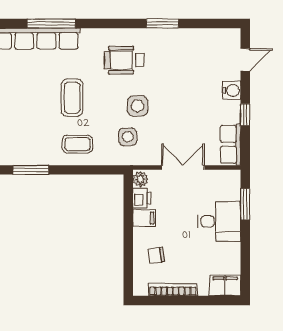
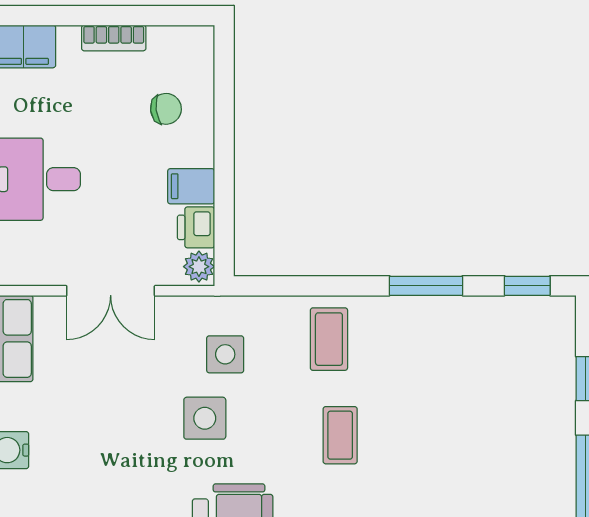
coffee table: (72, 98) -> (340, 435), width x0.73, depth x0.77
coffee table: (78, 144) -> (329, 339), turned 90
bookcase: (173, 290) -> (114, 38), width x0.64

